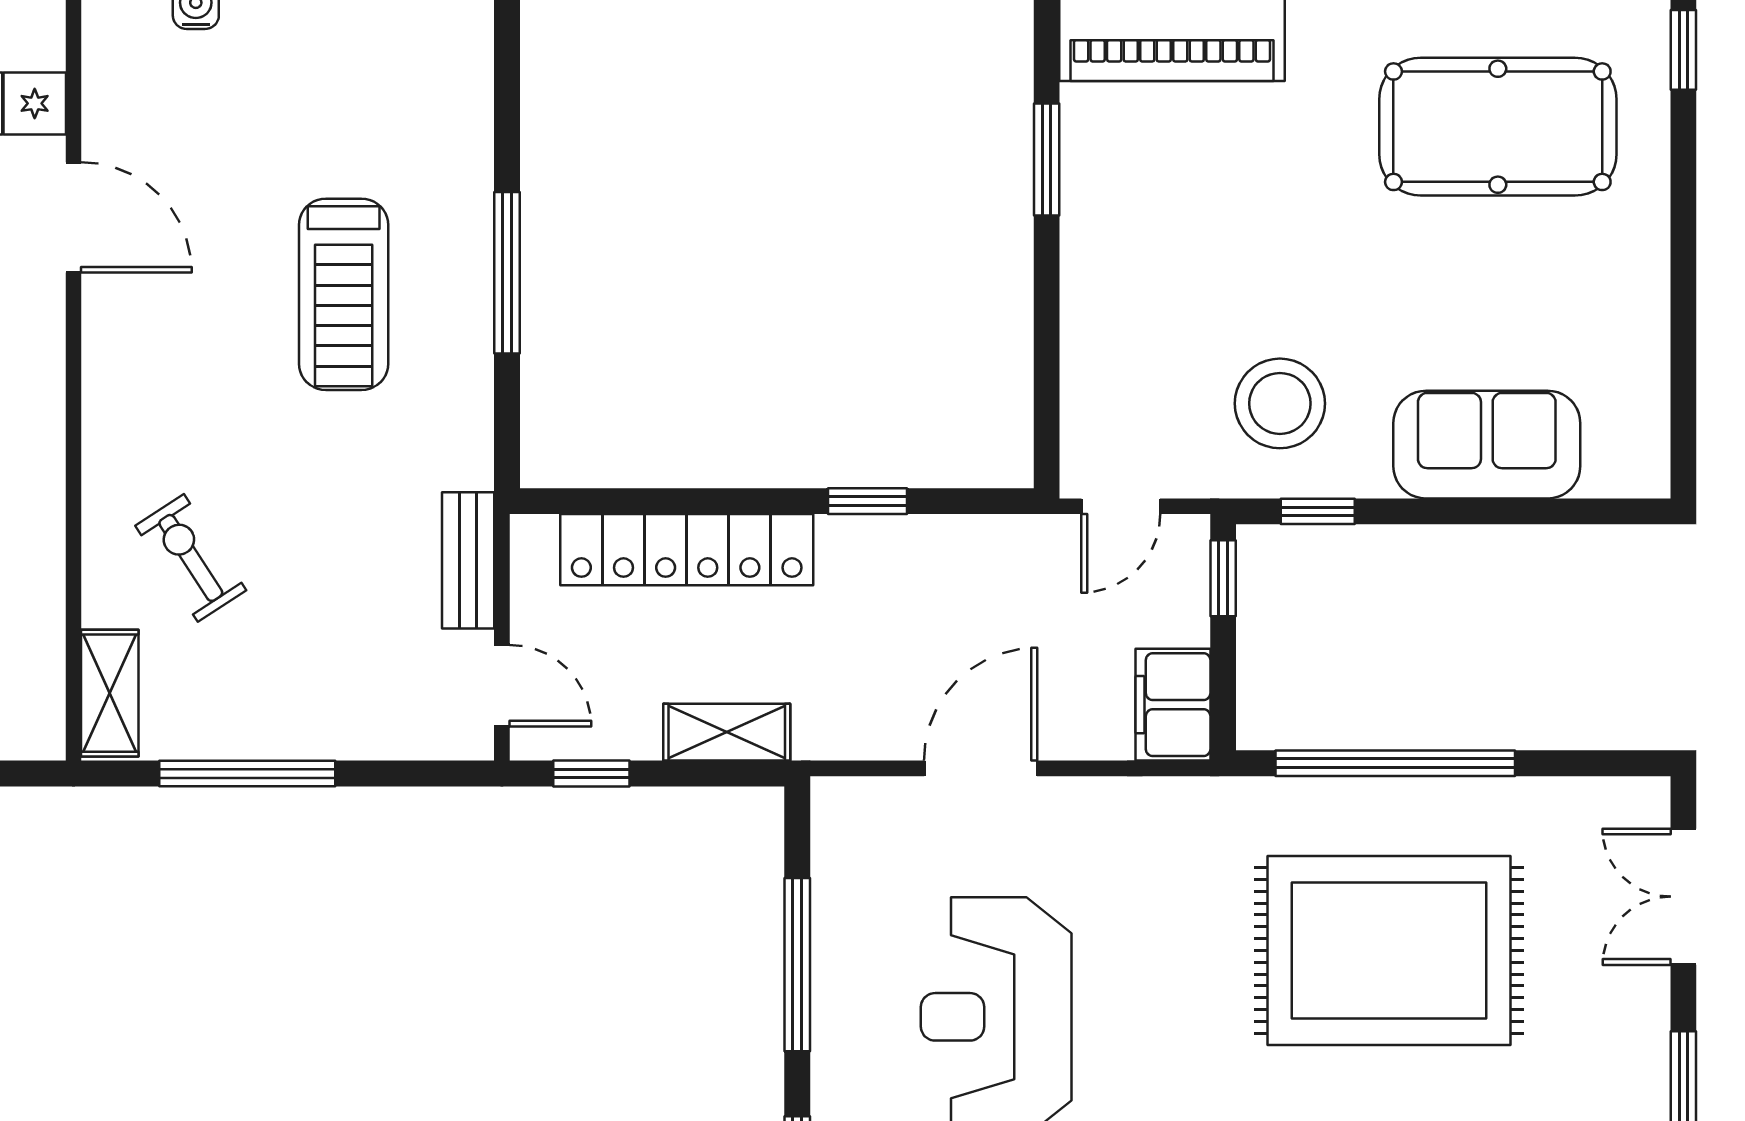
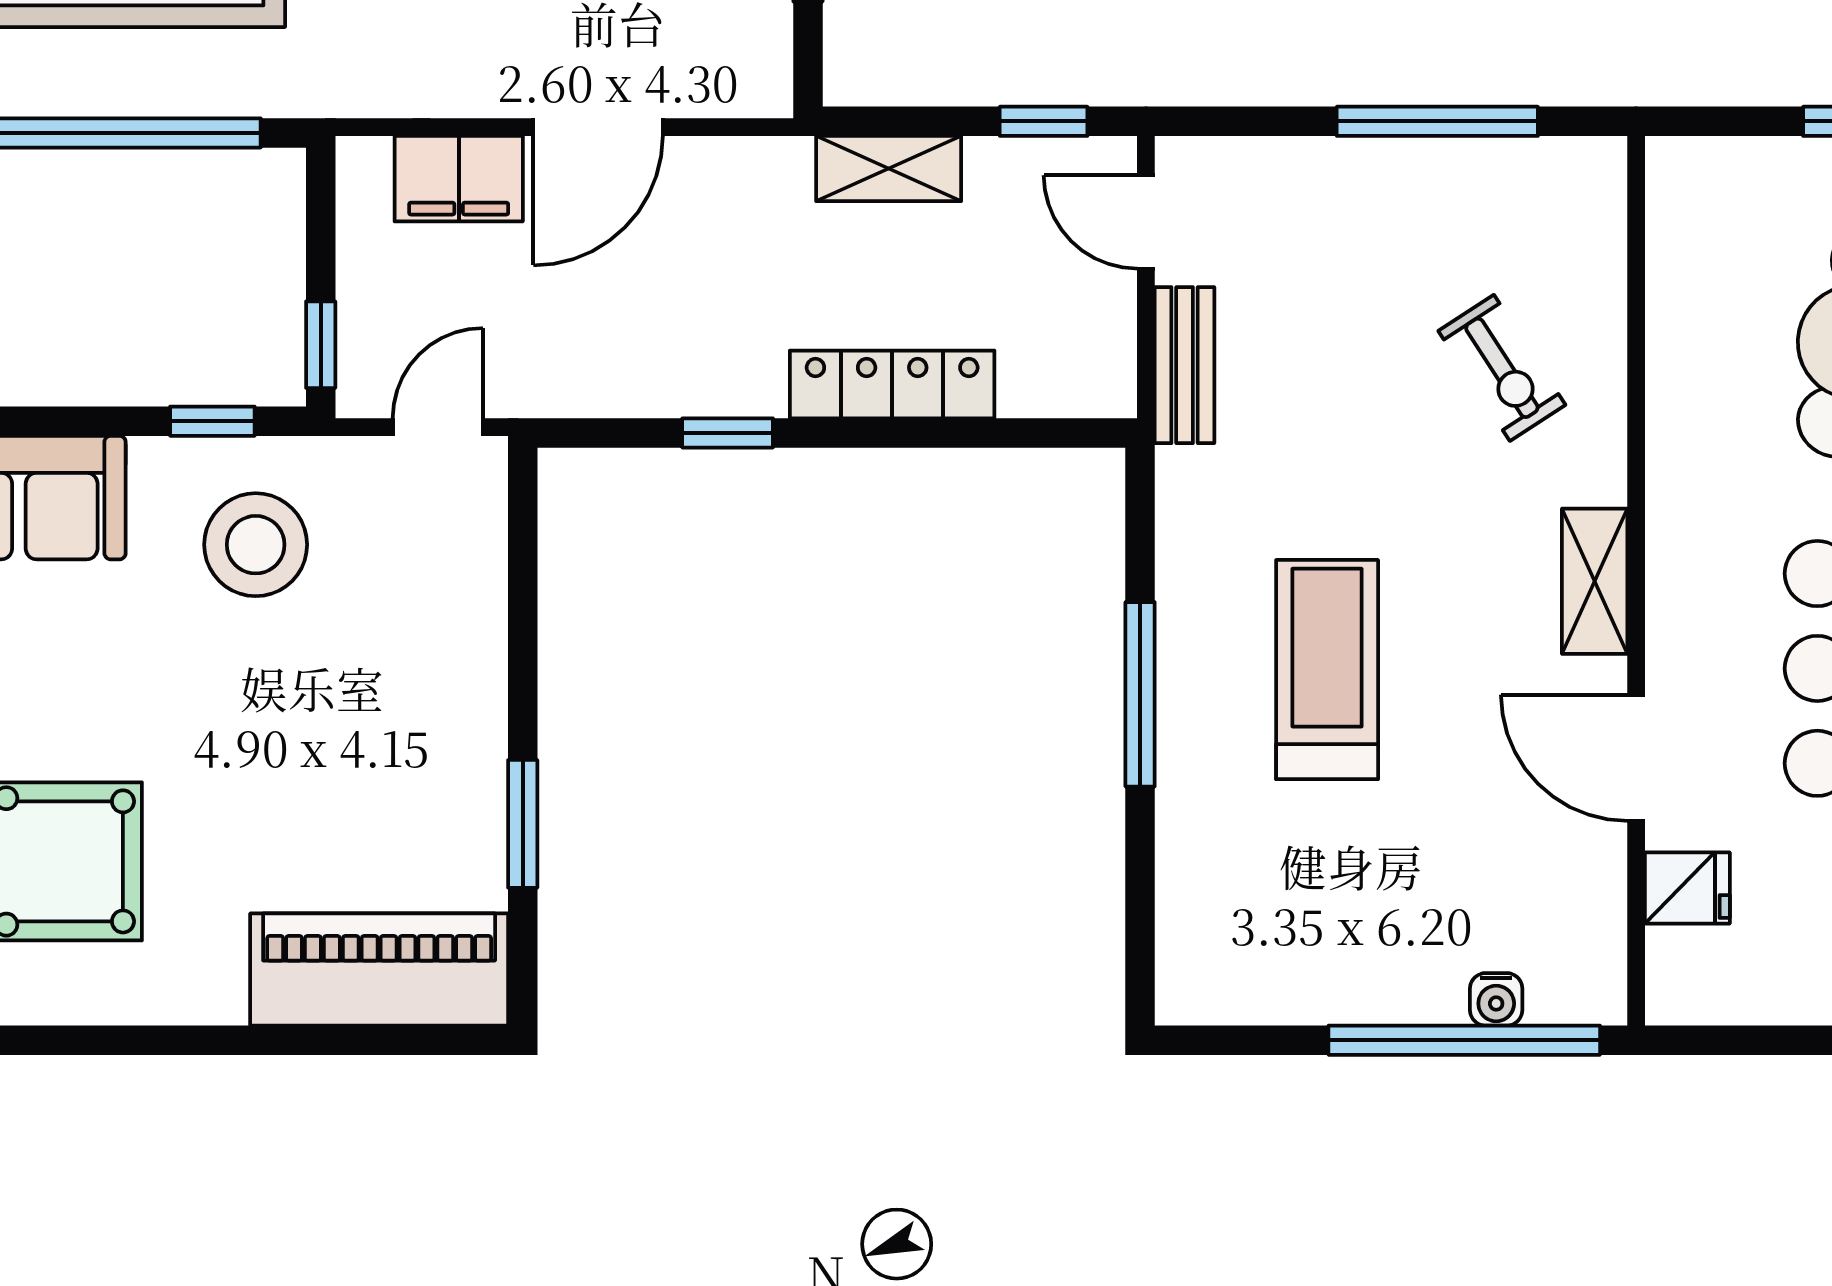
locker: (687, 550) -> (892, 384), width x0.71, depth x0.83
shelving: (110, 693) -> (1595, 581), moved
filing cabinet: (1173, 705) -> (459, 179), moved, turned 90

